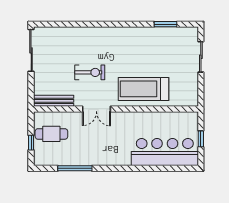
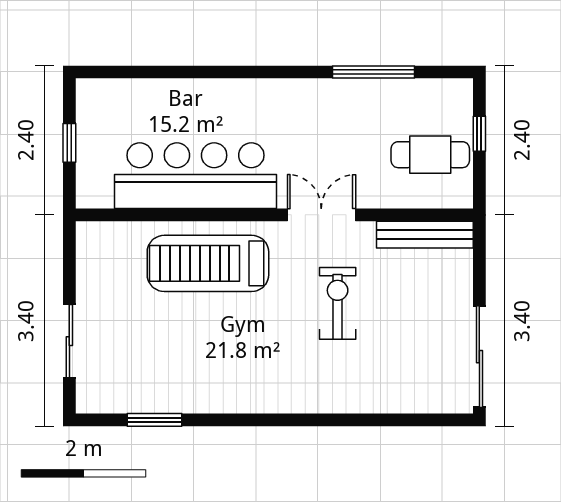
exercise bike: (90, 72) -> (338, 303), turned 90
treadmill: (143, 89) -> (208, 263), turned 180
bar counter: (165, 152) -> (196, 176), moved, turned 180

